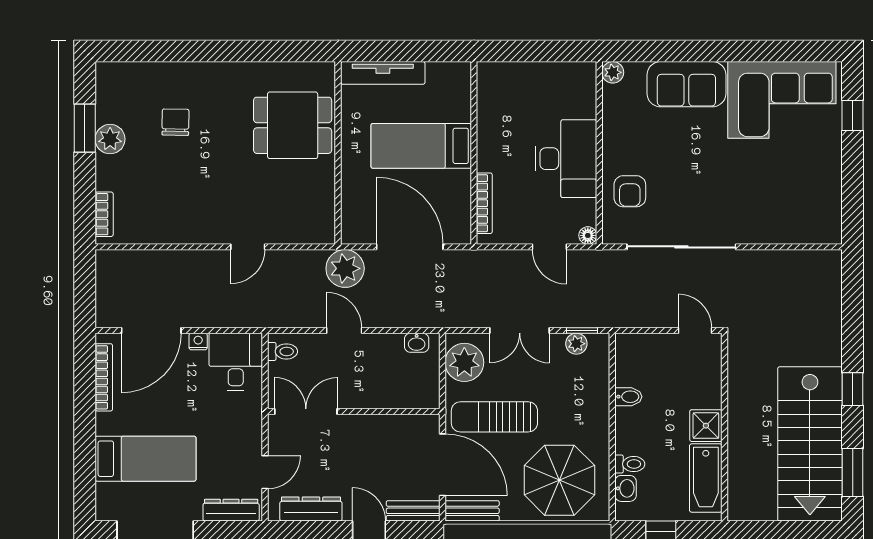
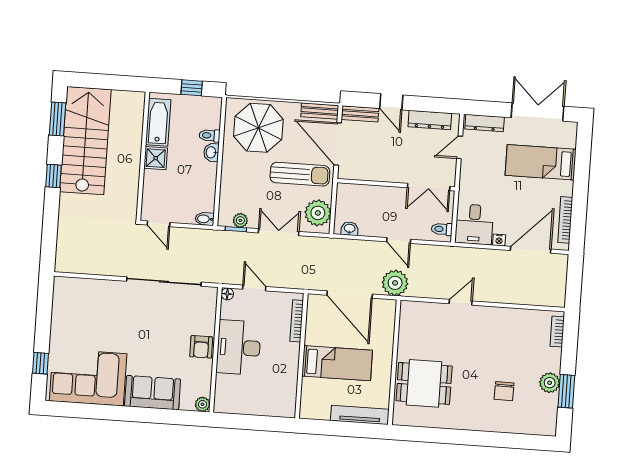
armchair: (630, 191) -> (201, 347), moved, turned 180
bidet: (628, 397) -> (205, 219), moved
washbasin: (625, 488) -> (211, 152), moved

